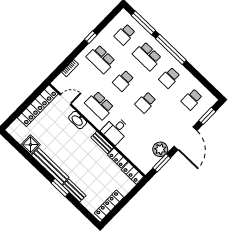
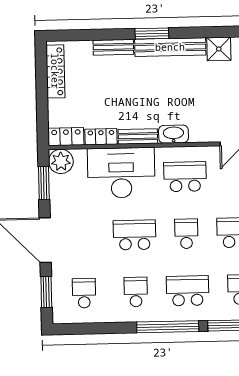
school desk: (146, 102) -> (135, 235), width x1.85
washbasin: (78, 120) -> (173, 134), moved
desk: (115, 130) -> (121, 173), width x1.87, depth x1.30
plant: (160, 149) -> (61, 161), moved
window: (60, 188) -> (152, 33), moved

